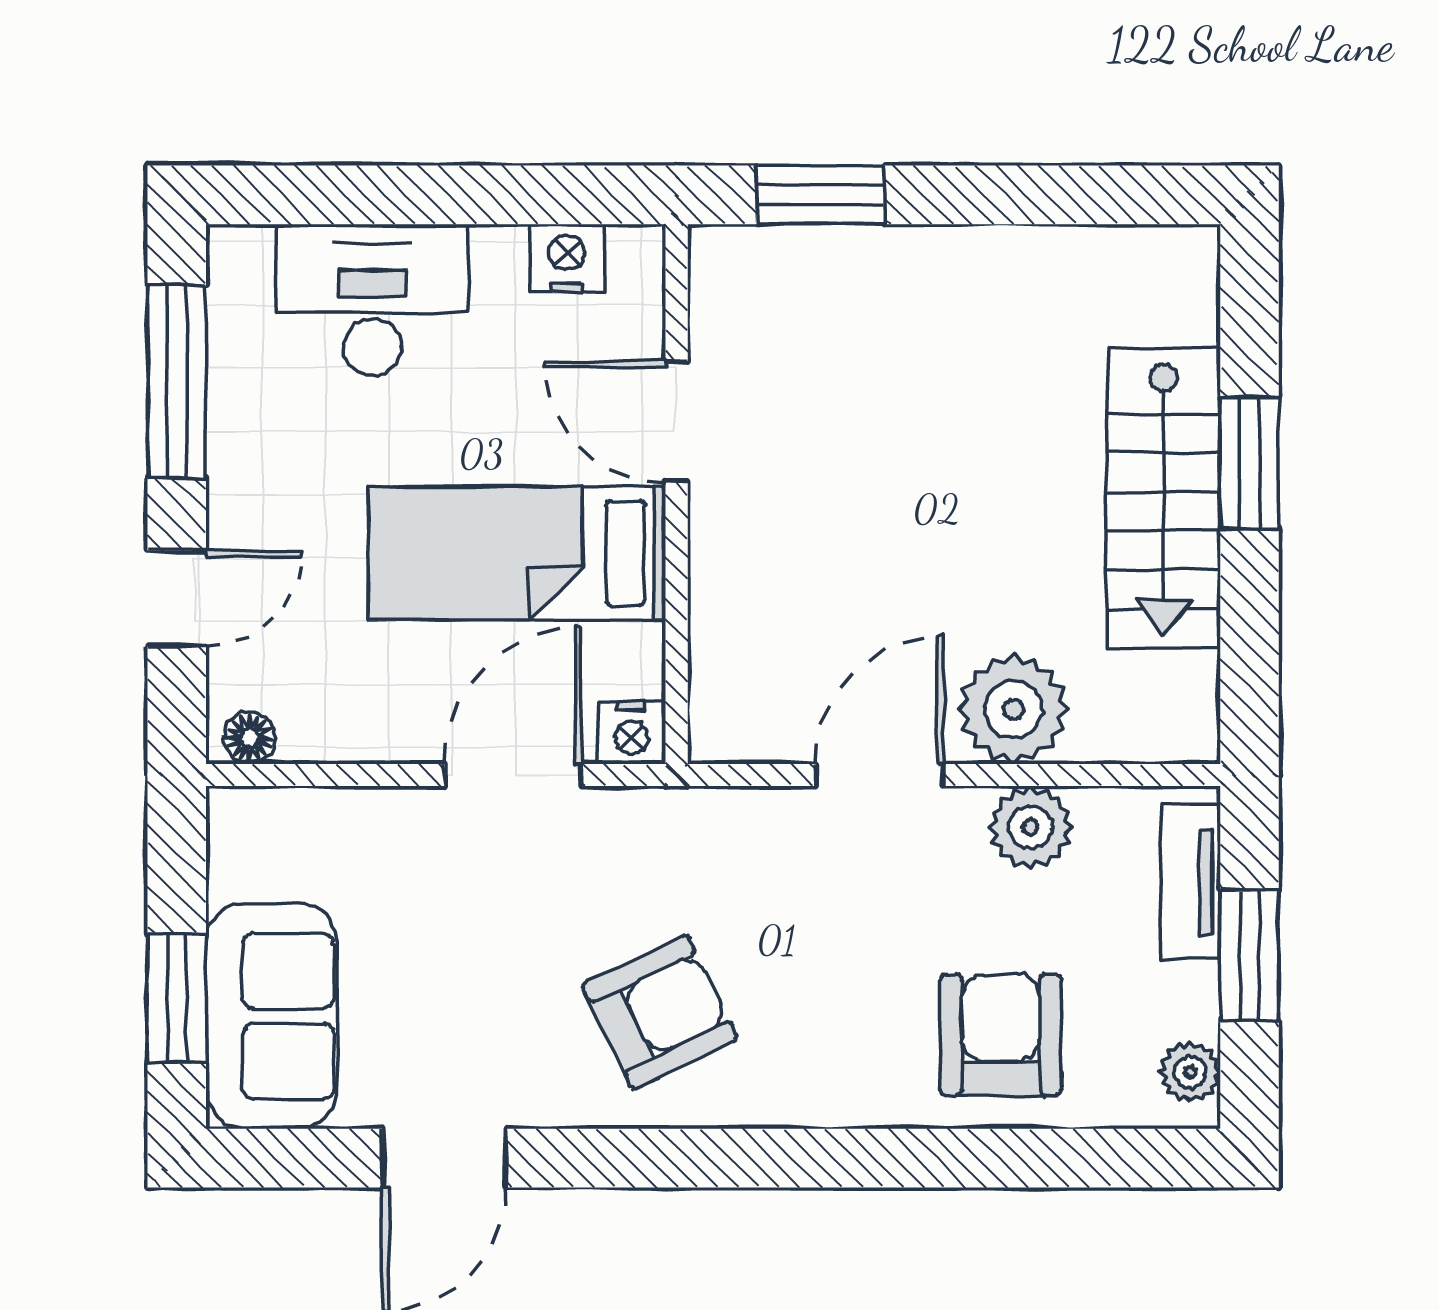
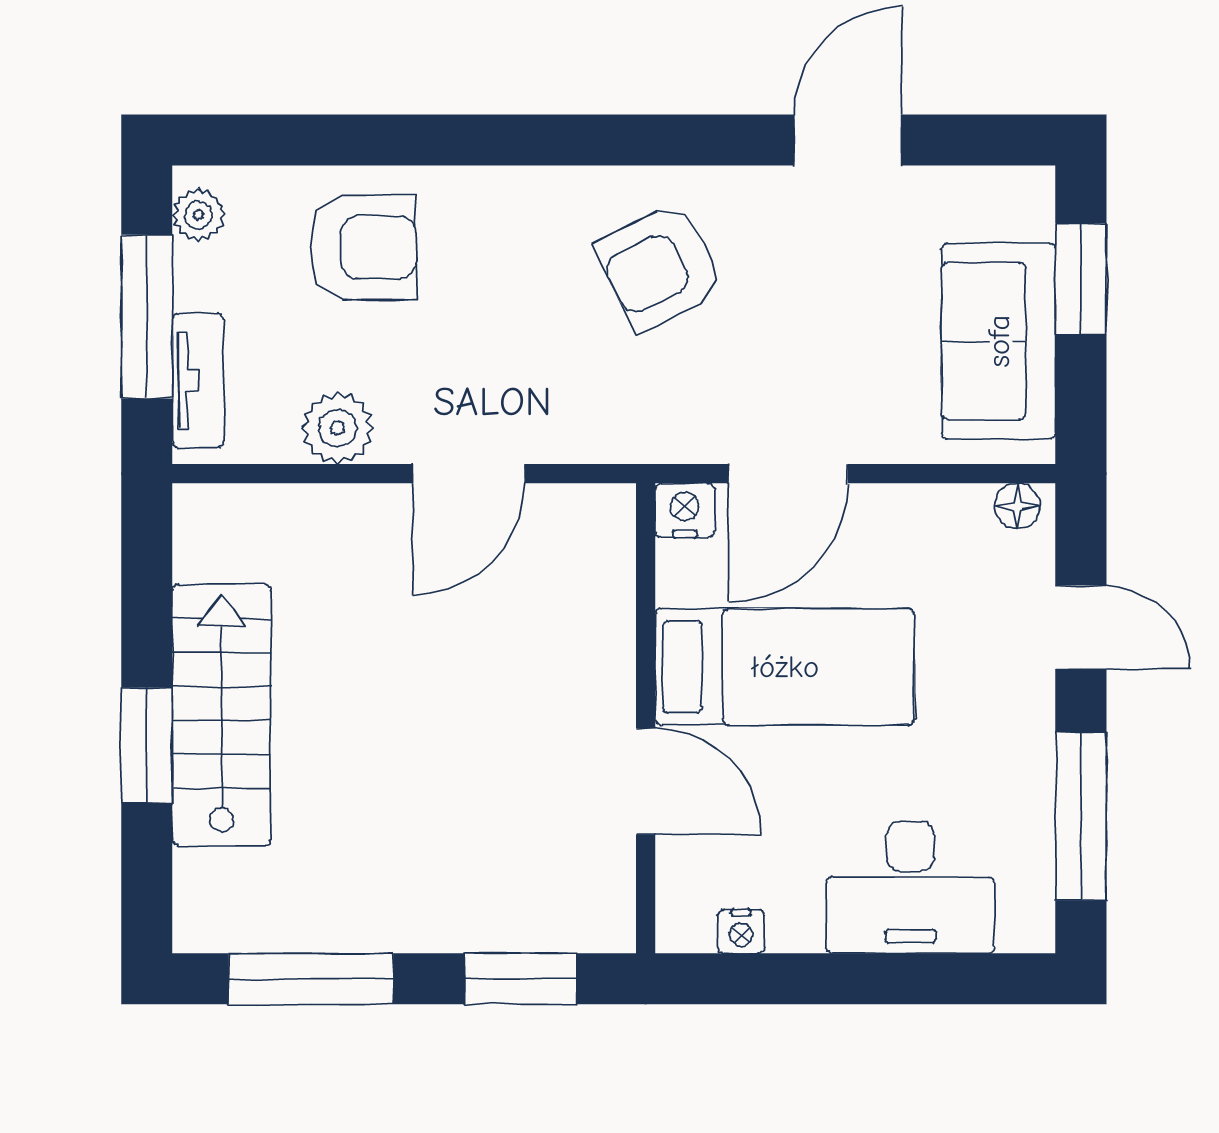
window: (1061, 195) -> (311, 979), added
nightstand: (567, 258) -> (741, 931), width x0.72, depth x0.74
door: (177, 598) -> (1081, 627), swing flipped
plant: (1013, 709) -> (352, 531), removed
window: (1249, 955) -> (147, 317), width x1.44
sofa: (271, 1016) -> (999, 341), moved
armchair: (1001, 1035) -> (363, 247), turned -90

